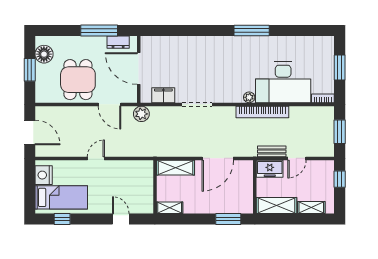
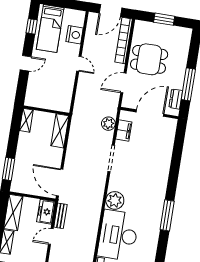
floor lamp: (44, 54) -> (176, 34), removed
plant: (249, 97) -> (115, 200), width x1.87, depth x1.87
bookcase: (262, 112) -> (124, 40), moved
plant: (141, 114) -> (108, 124), moved
door: (218, 158) -> (60, 182), moved
door: (297, 158) -> (51, 236), hinge flipped
nightstand: (44, 175) -> (75, 35), moved, turned 90
door: (121, 219) -> (26, 63), moved

